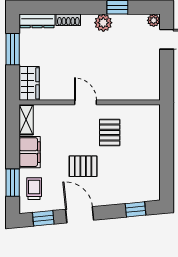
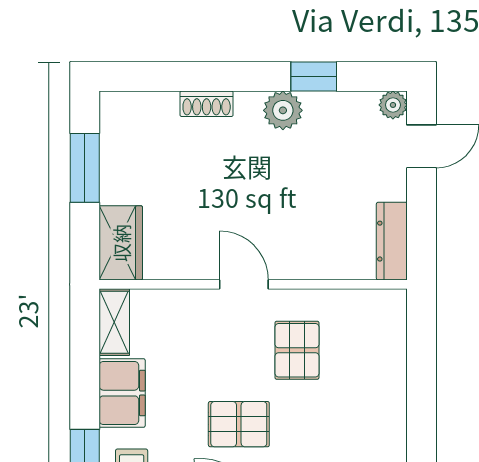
dresser: (37, 21) -> (392, 241), moved, turned 90

